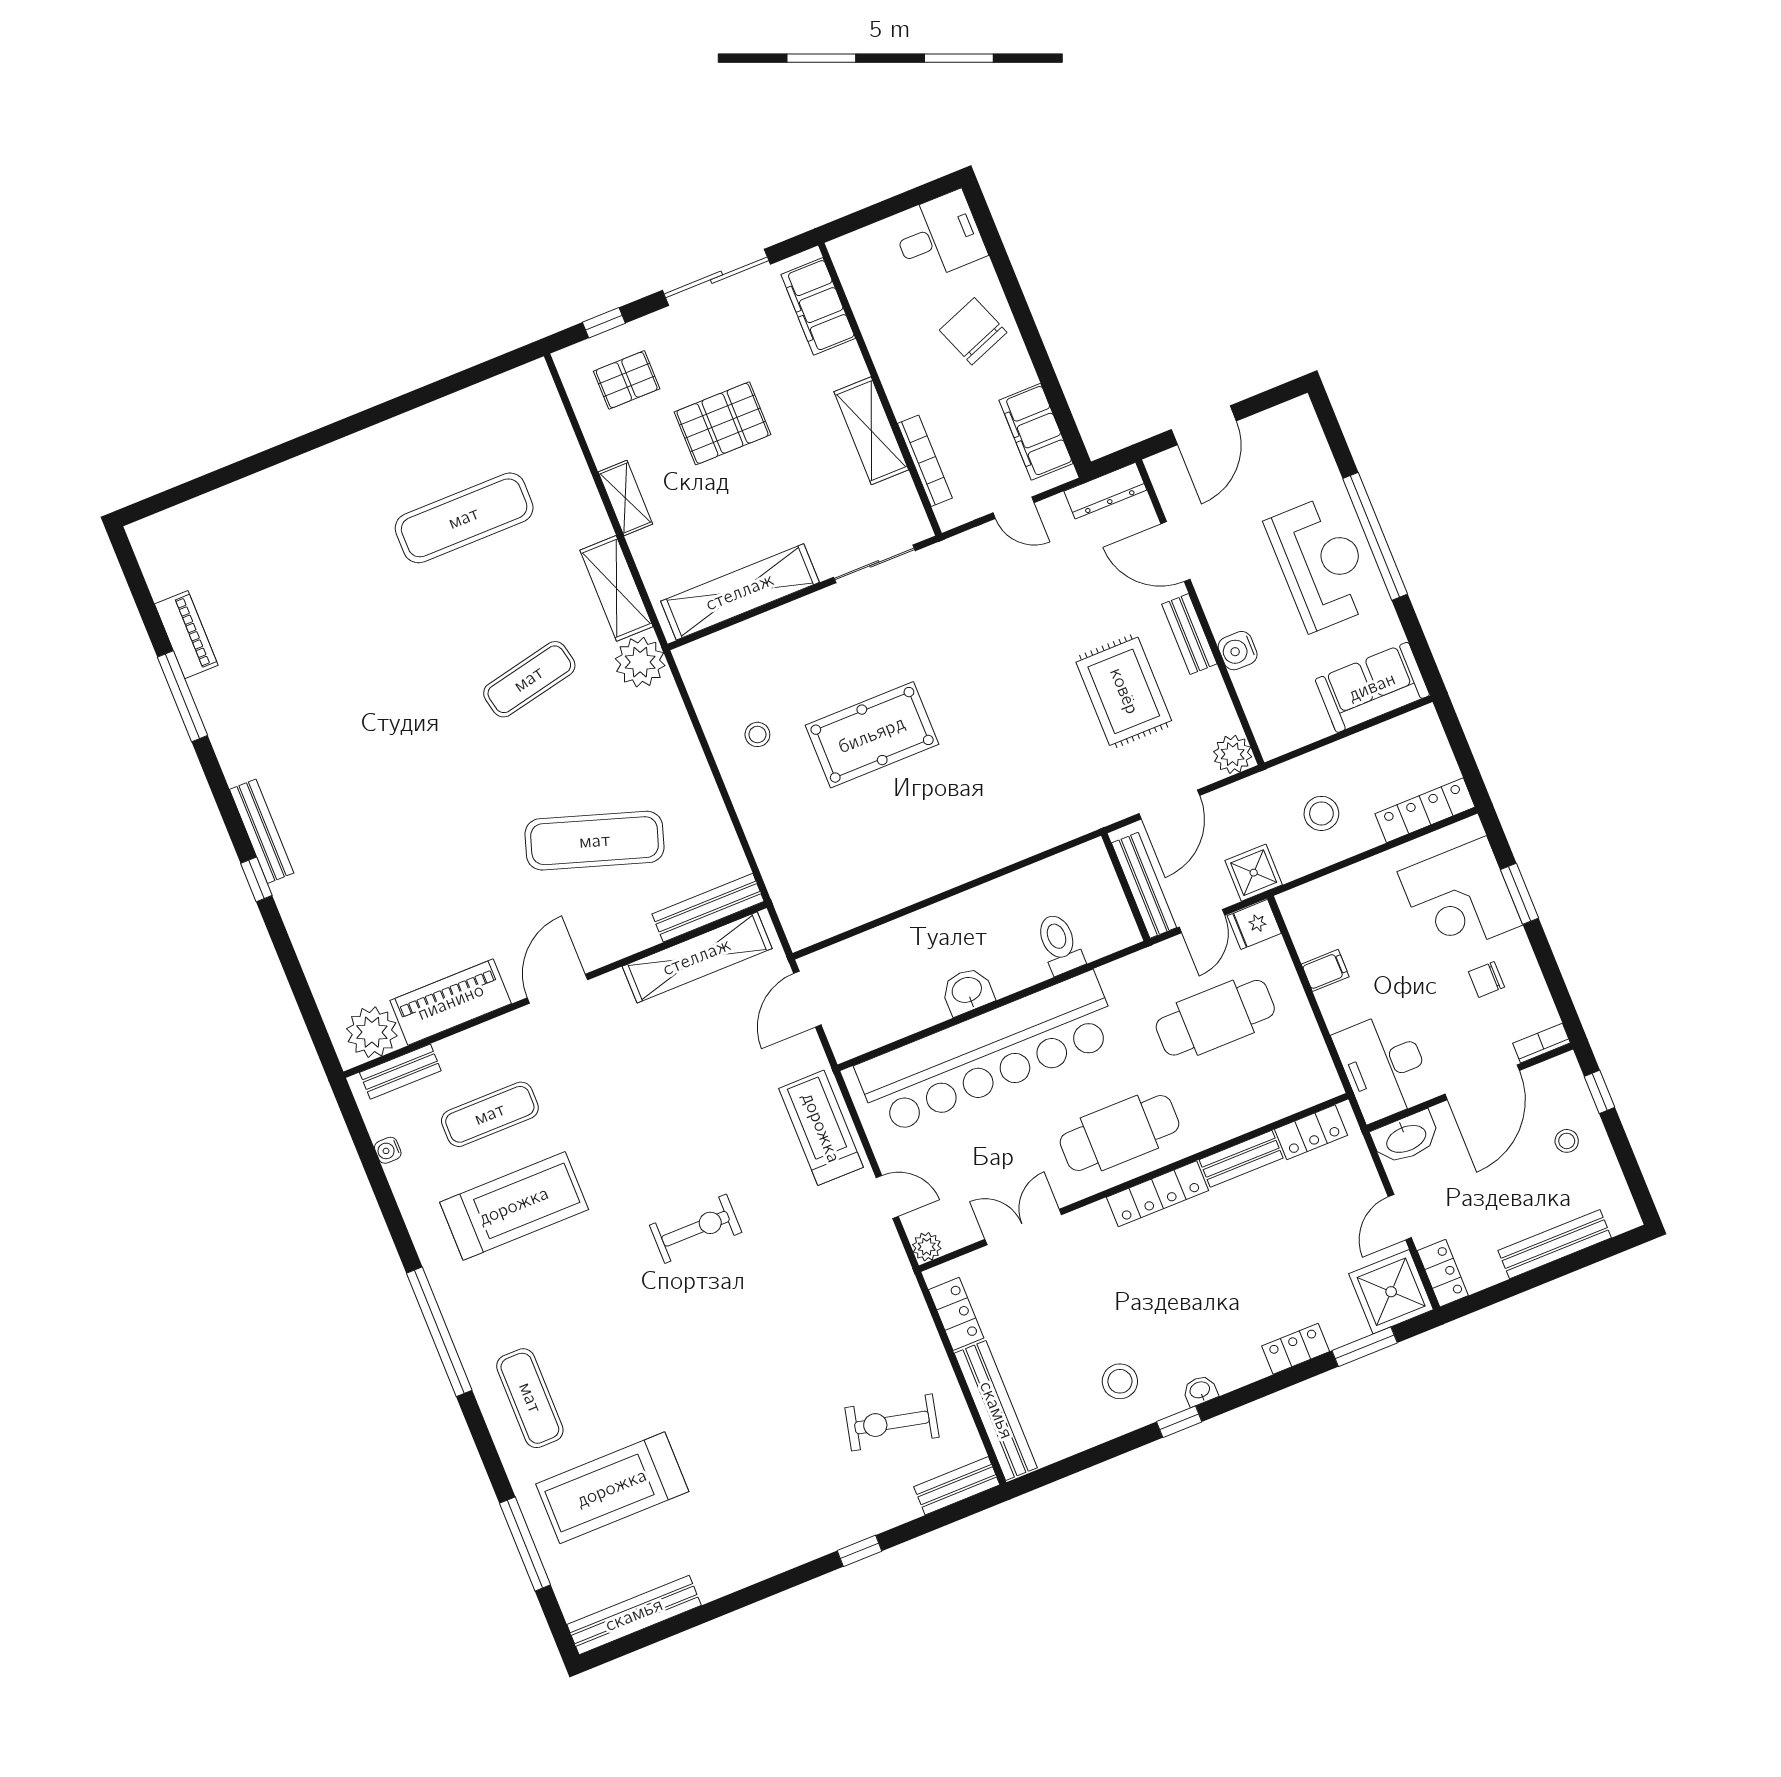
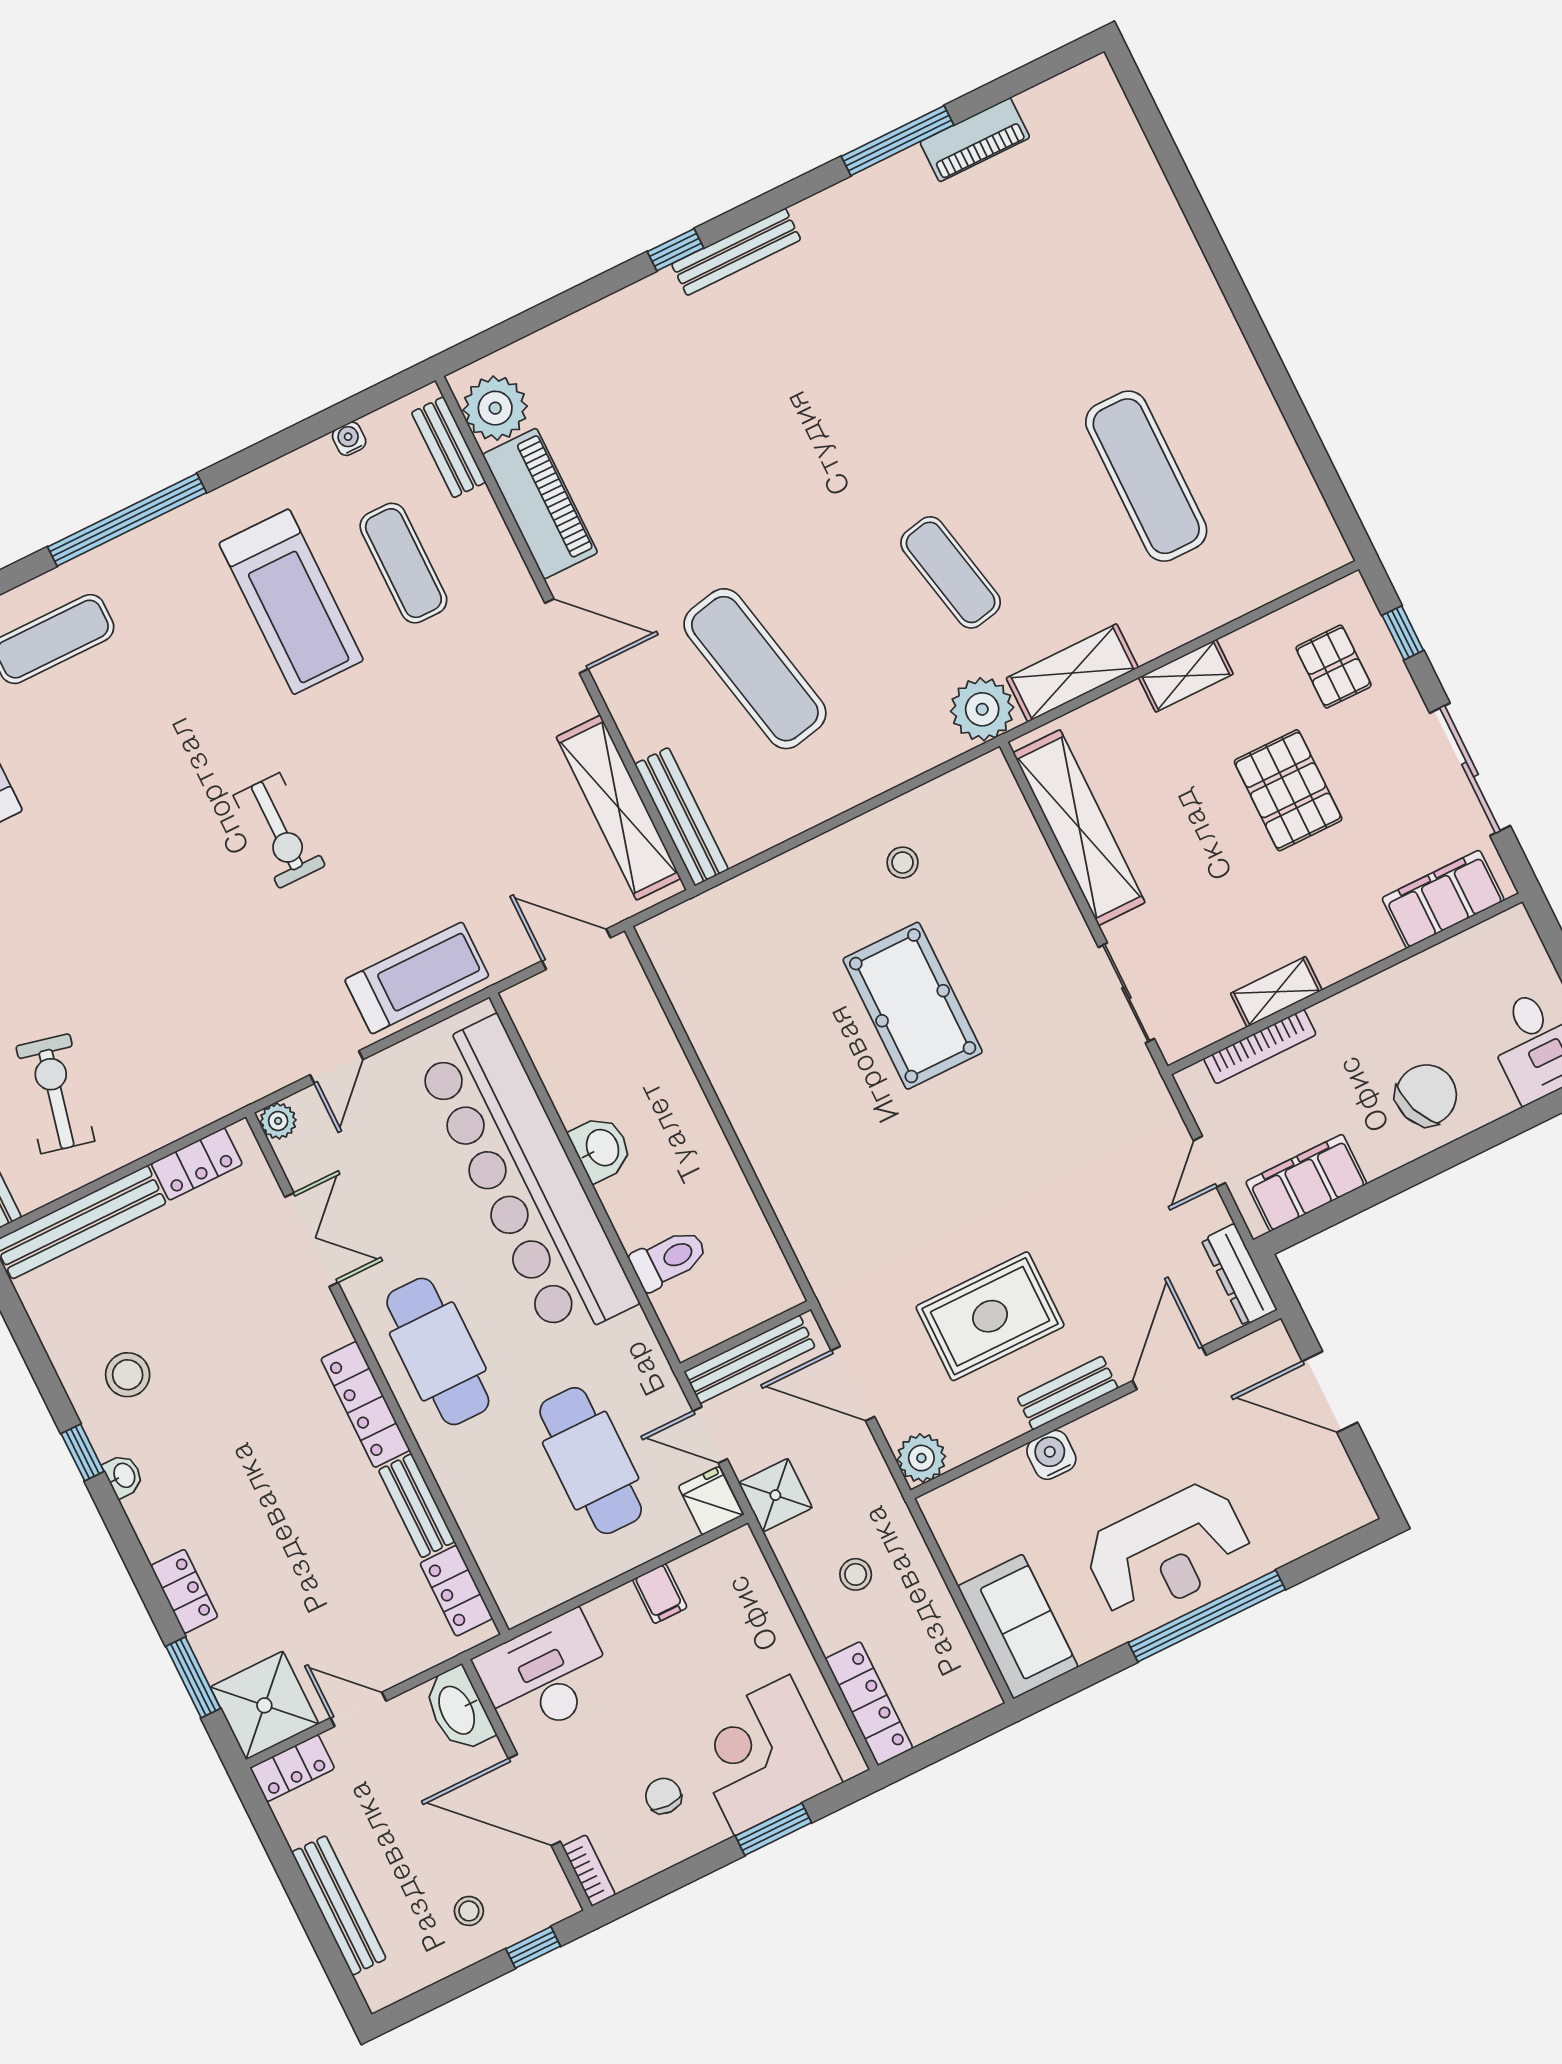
shelving: (871, 431) -> (1276, 992), width x0.67, depth x0.75
stool: (1321, 813) -> (856, 1574), width x0.73, depth x0.73
exercise mat: (595, 841) -> (755, 669), turned -30

